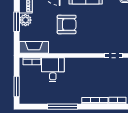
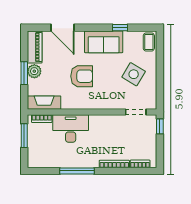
side table: (112, 23) -> (134, 74), added
desk: (53, 70) -> (71, 128), width x1.37
window: (17, 86) -> (24, 136), moved

